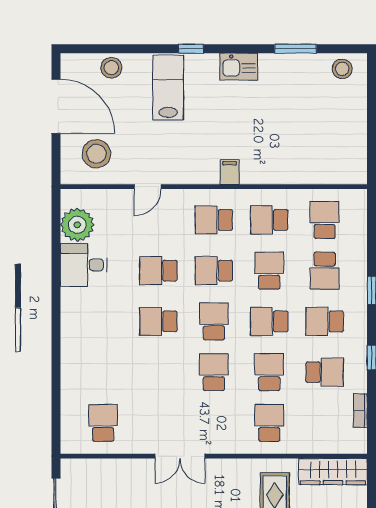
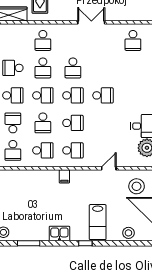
school desk: (158, 271) -> (103, 123), removed
school desk: (214, 321) -> (73, 95), turned -90

